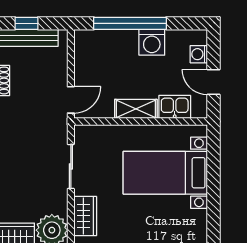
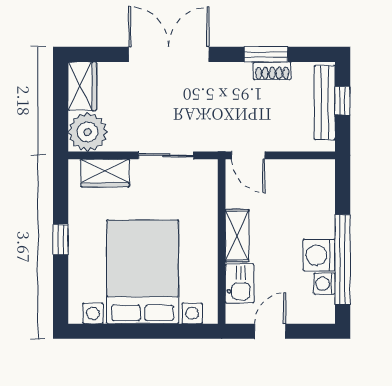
window: (130, 23) -> (343, 260), moved
washing machine: (199, 54) -> (324, 284), moved, turned -90
bed with nightstands: (165, 173) -> (143, 272), width x1.36

